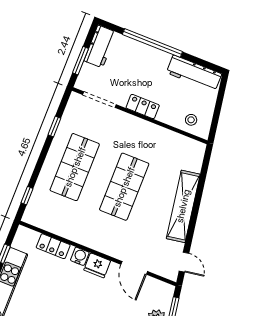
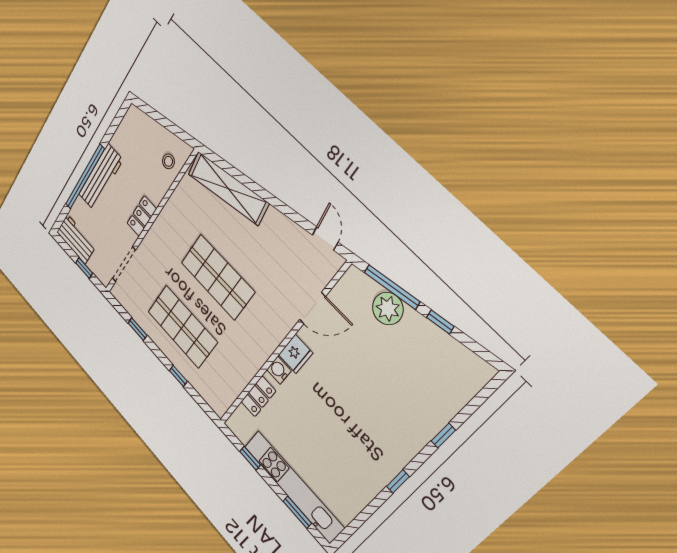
window: (80, 61) -> (84, 268), width x0.67
workbench: (194, 73) -> (101, 177), moved
window: (27, 196) -> (178, 376), moved
shelving: (183, 206) -> (228, 188), moved
door: (184, 262) -> (325, 239), hinge flipped

